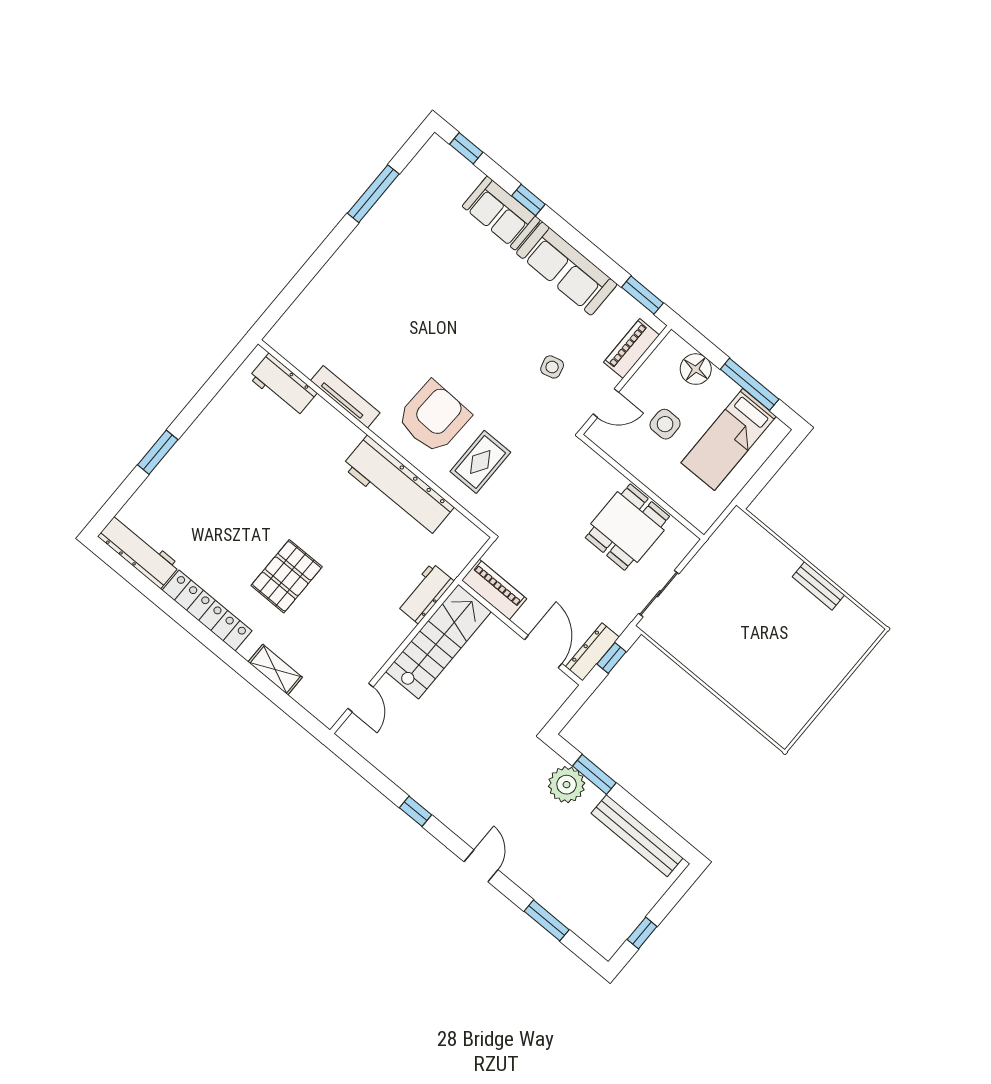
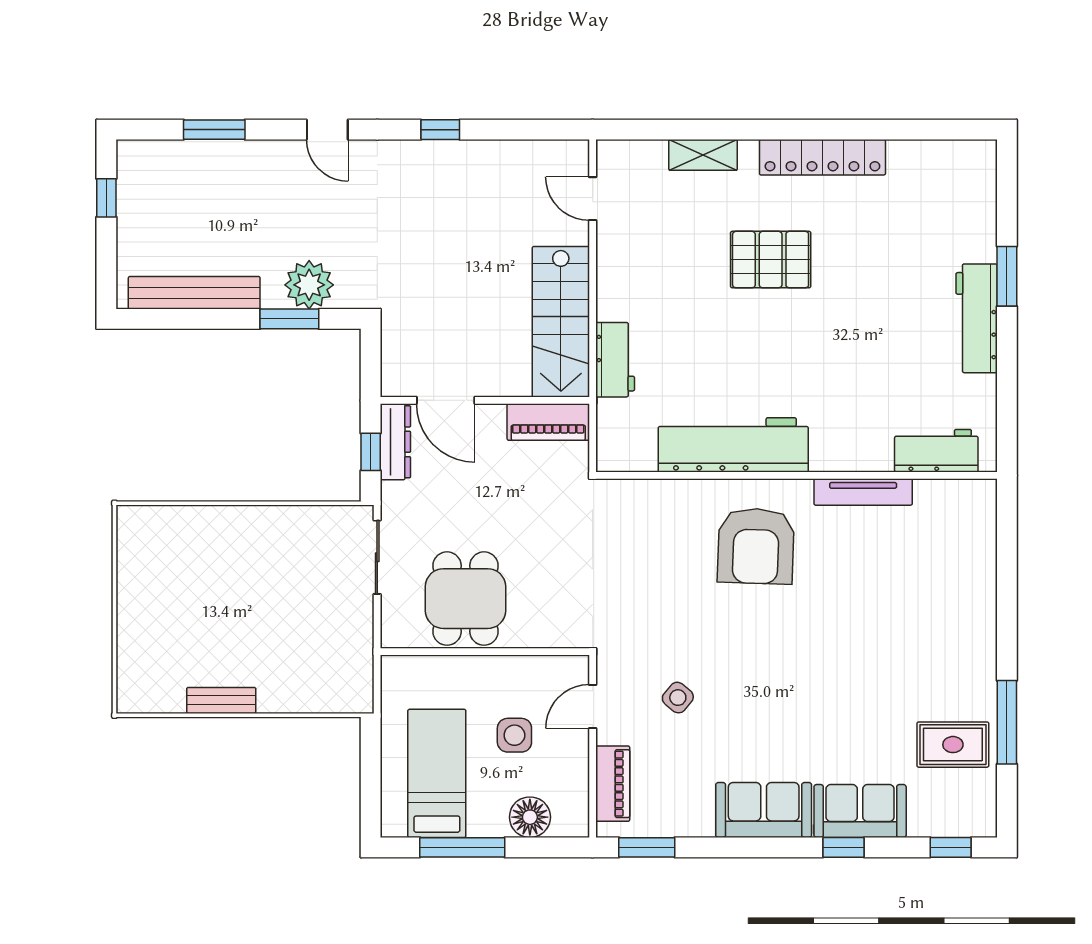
sofa: (567, 269) -> (764, 810), width x0.73
side table: (552, 367) -> (678, 698), turned -35
rug: (480, 462) -> (953, 745), moved, turned 90
workbench: (139, 551) -> (977, 318), moved, turned 90
pallet: (287, 576) -> (771, 260), turned 90

